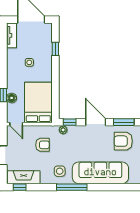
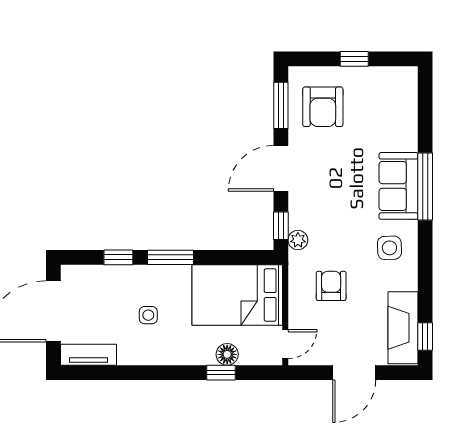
window: (55, 72) -> (170, 257), added
sofa: (100, 173) -> (398, 186), width x0.54, depth x0.79
window: (72, 187) -> (425, 186), moved

